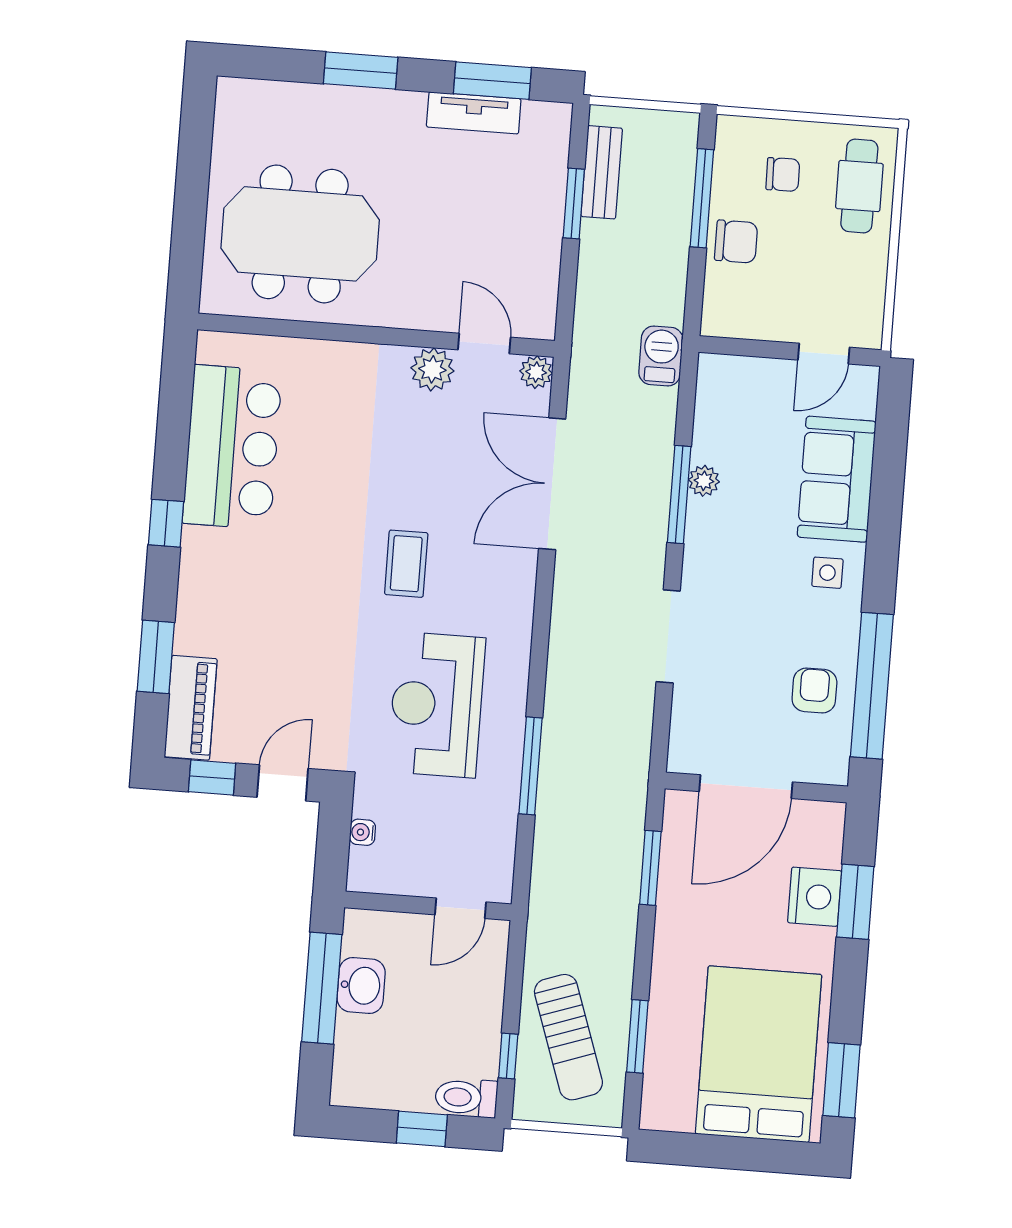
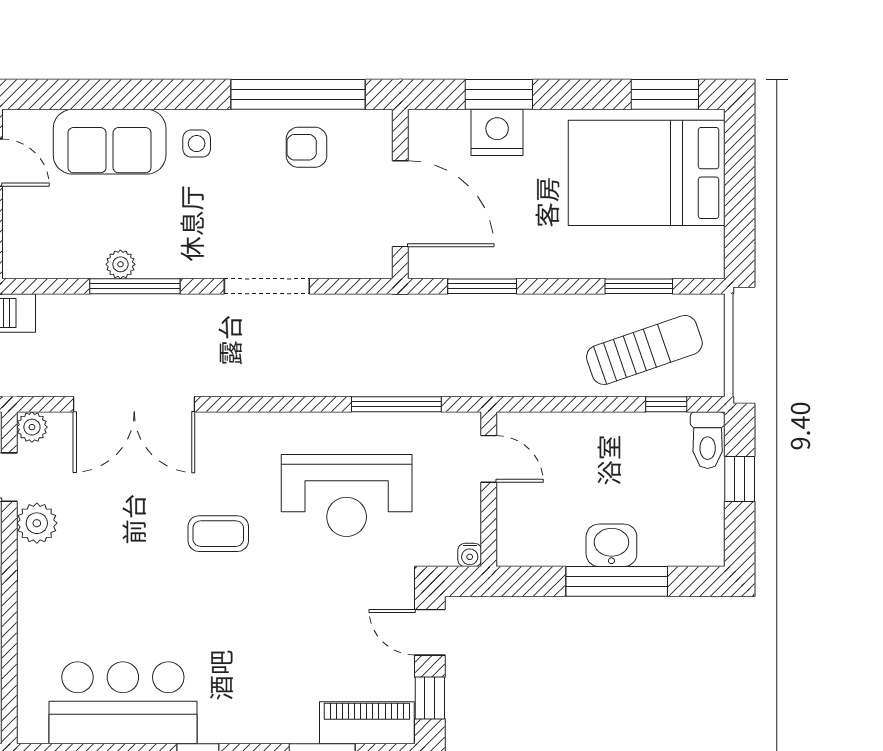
wall: (428, 906) -> (489, 489), moved
door: (460, 908) -> (489, 459), moved

